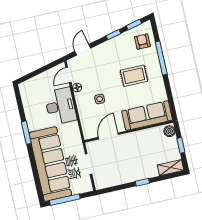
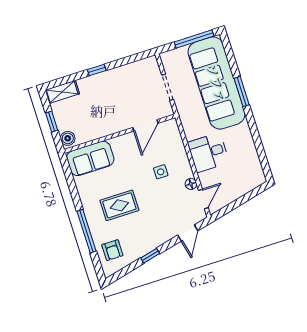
window: (134, 25) -> (125, 271), removed
desk: (60, 106) -> (208, 153), width x0.73
sofa: (147, 116) -> (90, 158), width x0.73
window: (26, 133) -> (242, 92), moved

